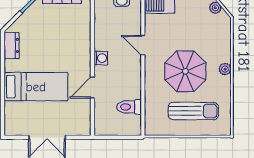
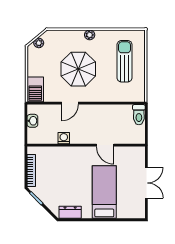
washing machine: (101, 58) -> (64, 138), moved
parasol: (185, 71) -> (78, 69), moved
toilet: (129, 107) -> (139, 115), moved

